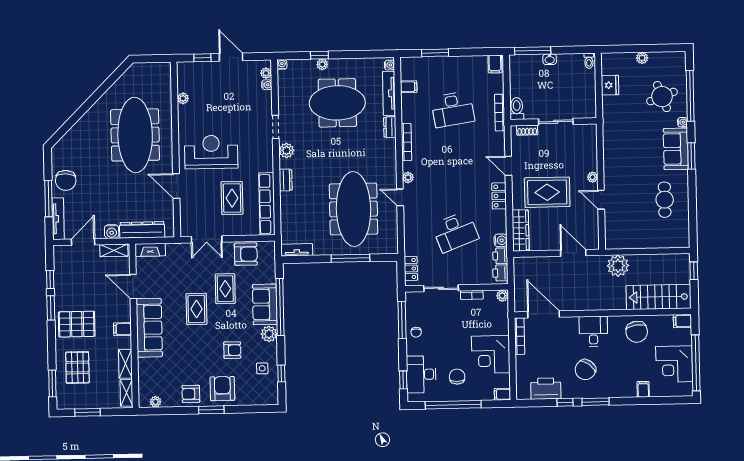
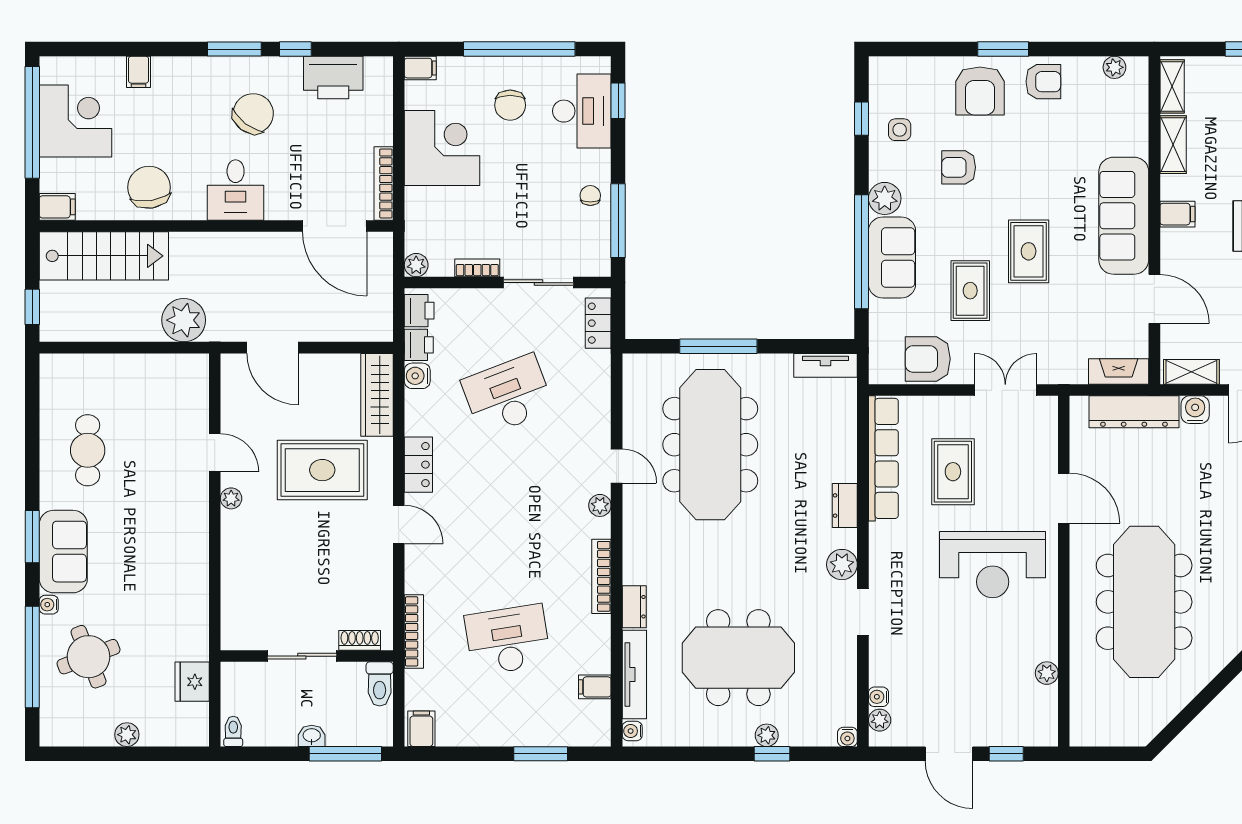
toilet: (517, 109) -> (380, 684), moved
wall: (553, 122) -> (307, 656), moved
sliding door: (556, 122) -> (302, 656), moved
shoe rack: (527, 130) -> (360, 640), moved

